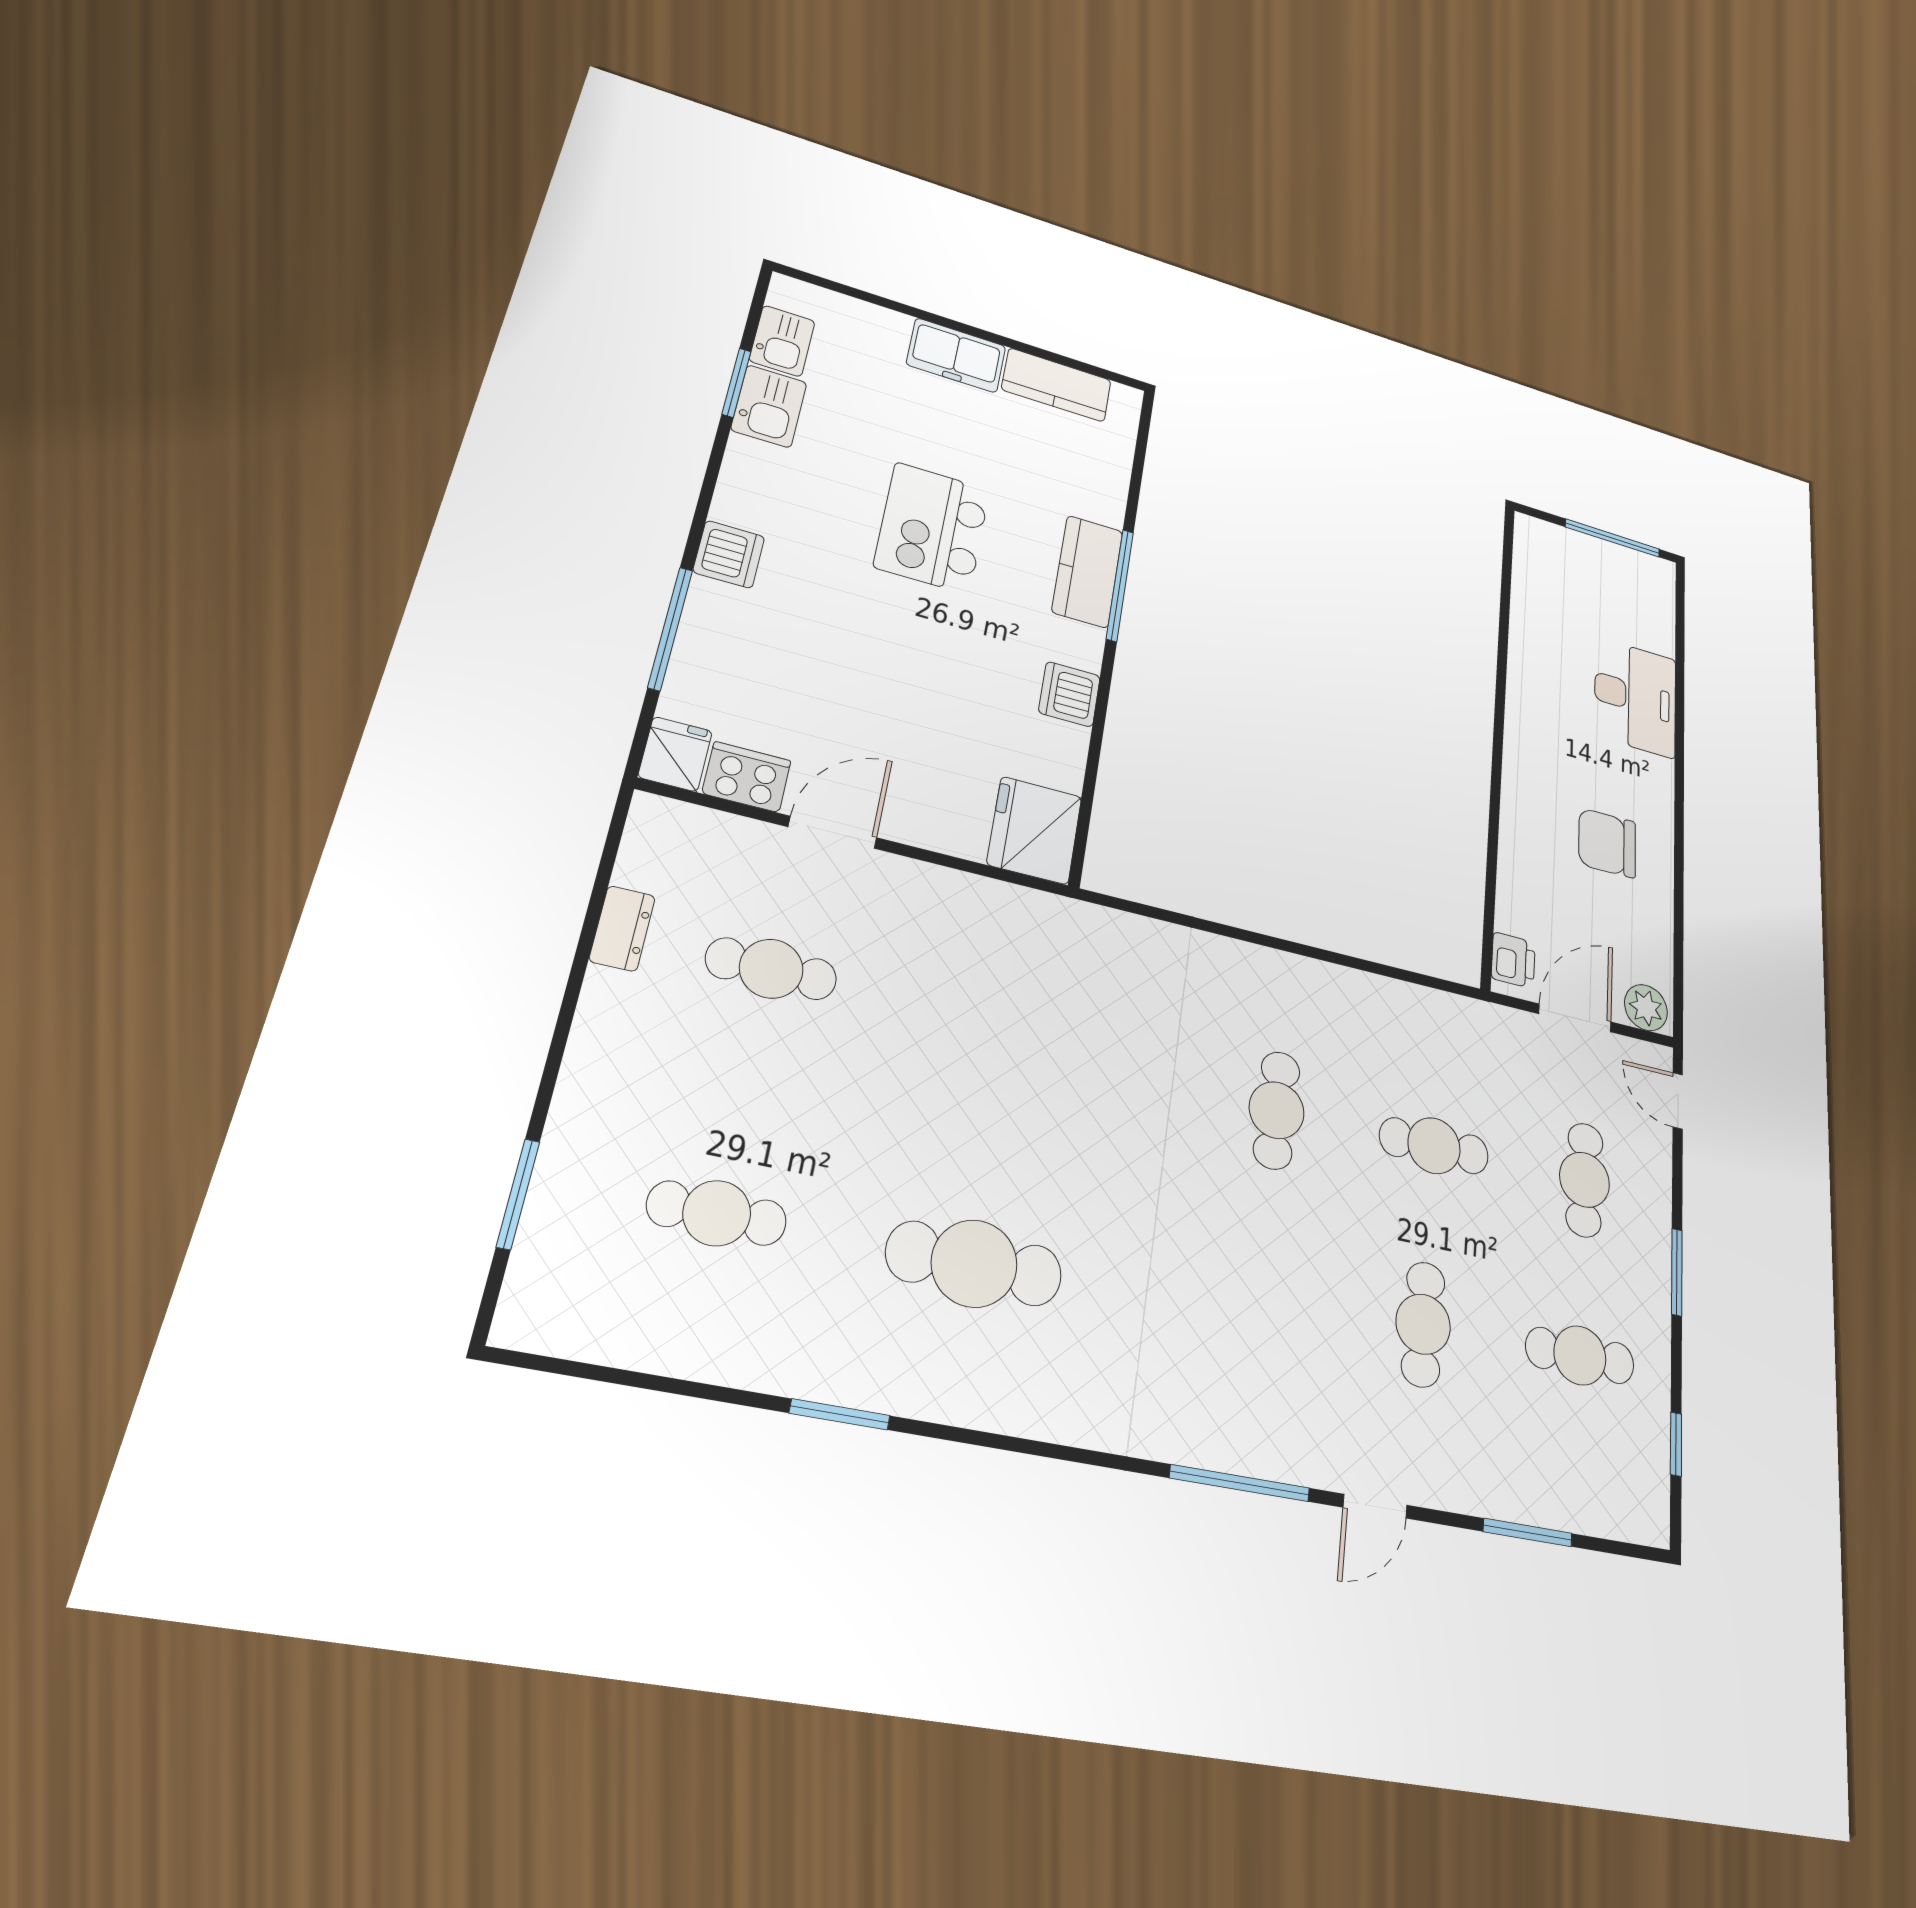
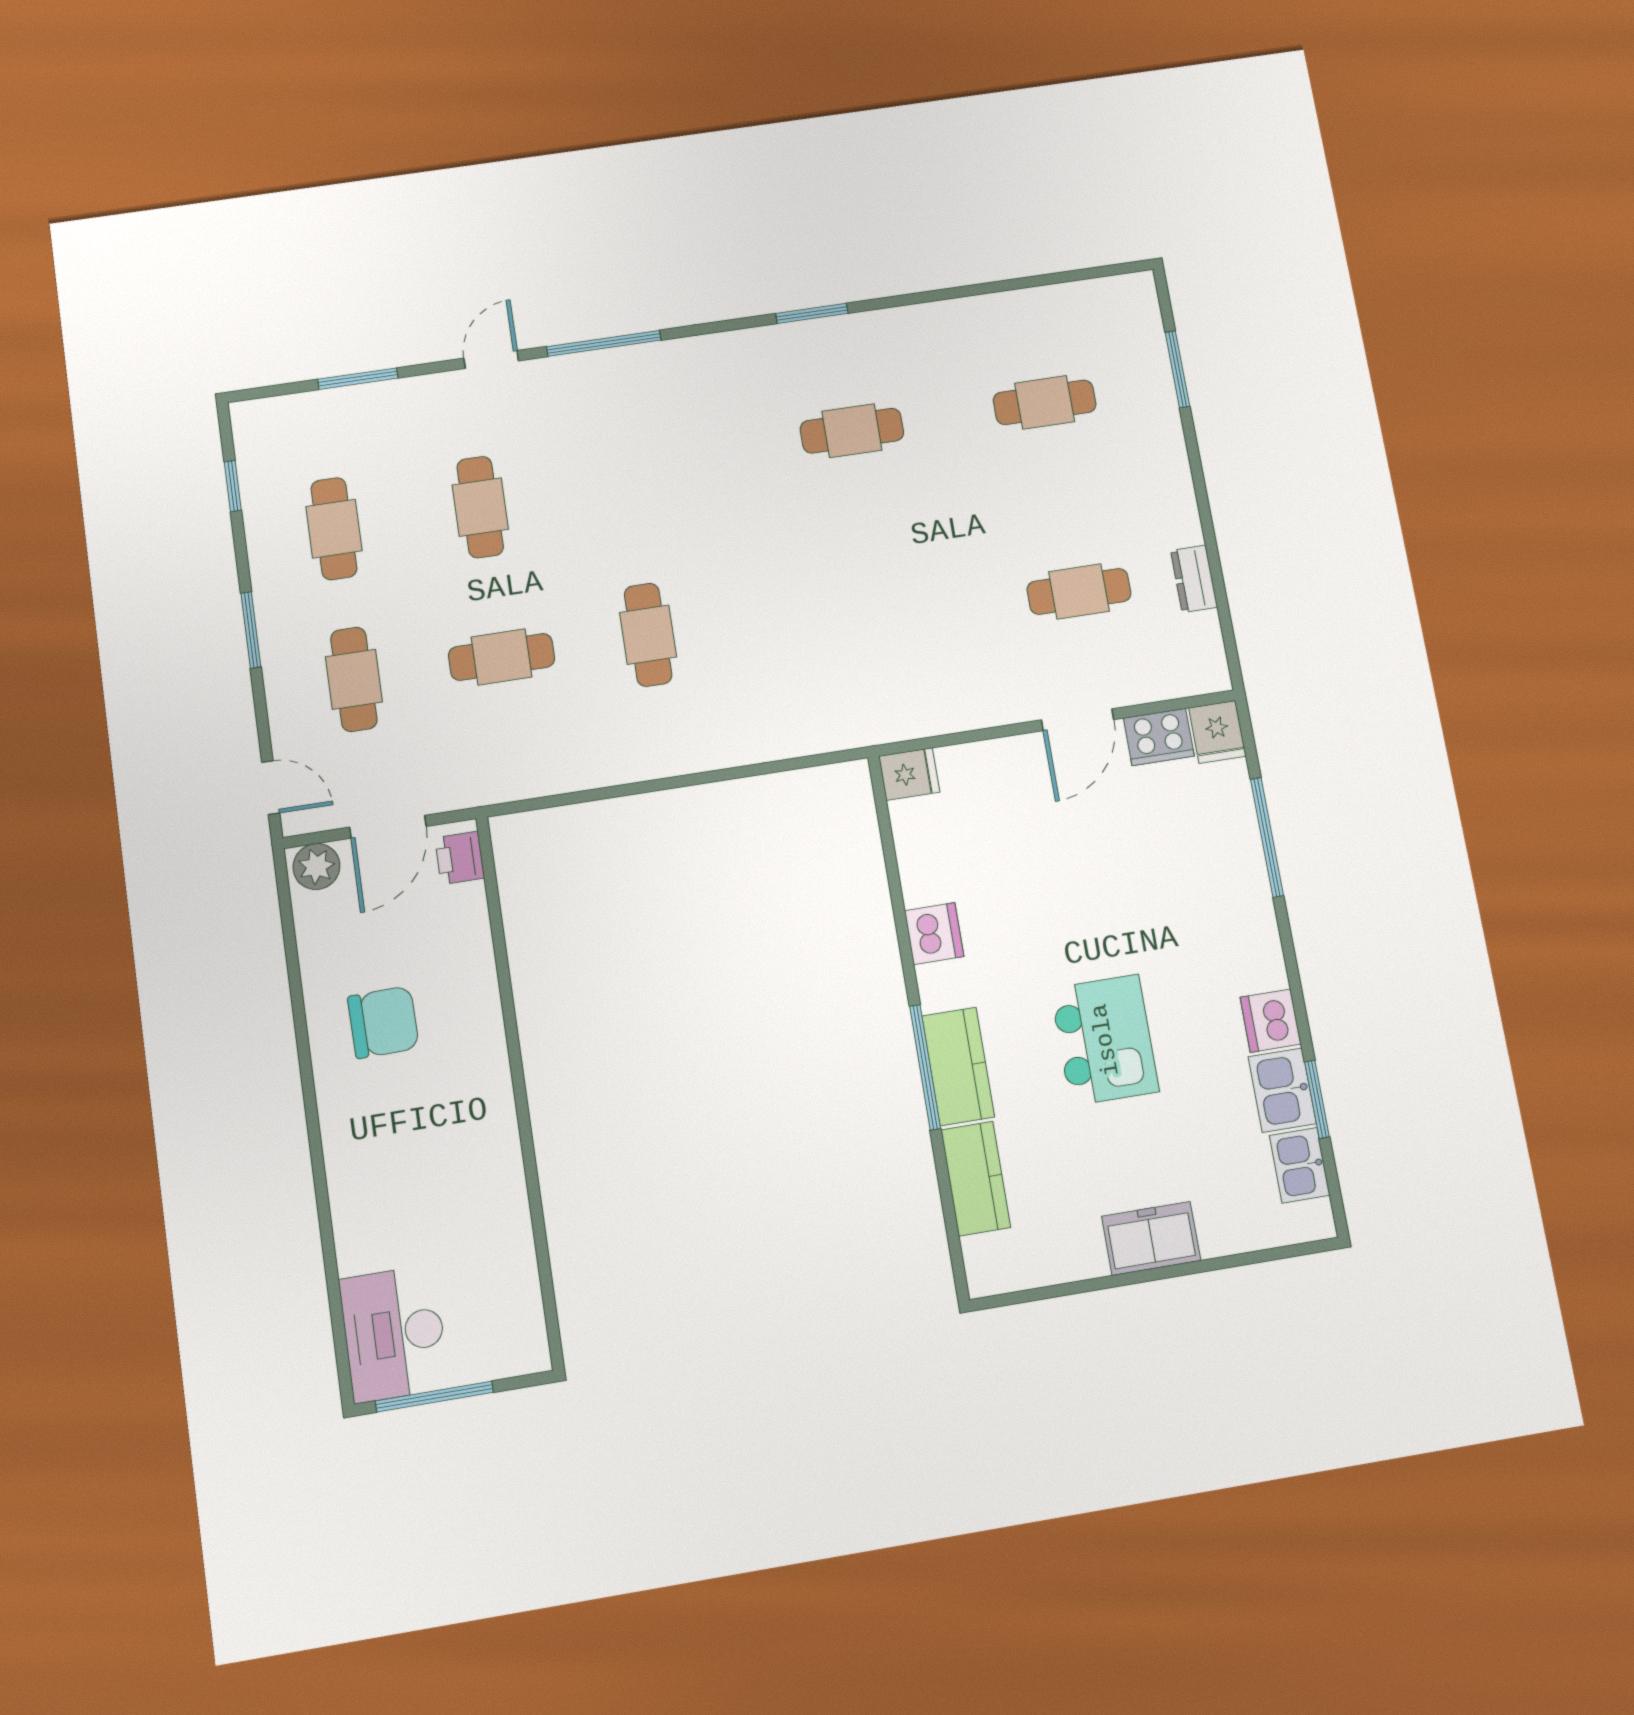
kitchen counter: (1057, 385) -> (976, 1179), moved, turned 90
dishwasher: (729, 554) -> (1271, 1021), moved
desk: (1635, 697) -> (394, 1334), moved
fridge: (1035, 830) -> (909, 774), width x0.53, depth x0.75
cafe table: (974, 1264) -> (852, 431), width x0.73, depth x0.74
cafe table: (1580, 1355) -> (334, 529), turned 90
window: (840, 1414) -> (812, 313), moved

